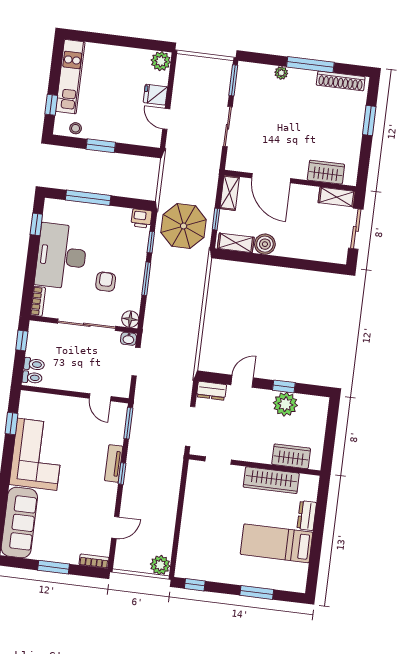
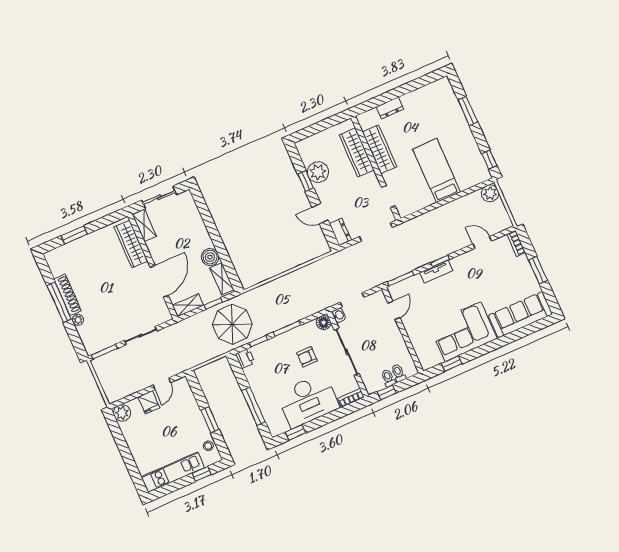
shoe rack: (341, 81) -> (68, 295), moved
wardrobe: (326, 172) -> (131, 244), width x1.50
toilet: (32, 378) -> (388, 378), moved
wardrobe: (291, 456) -> (357, 152), width x1.50
bed: (277, 543) -> (437, 171), moved, turned 180

